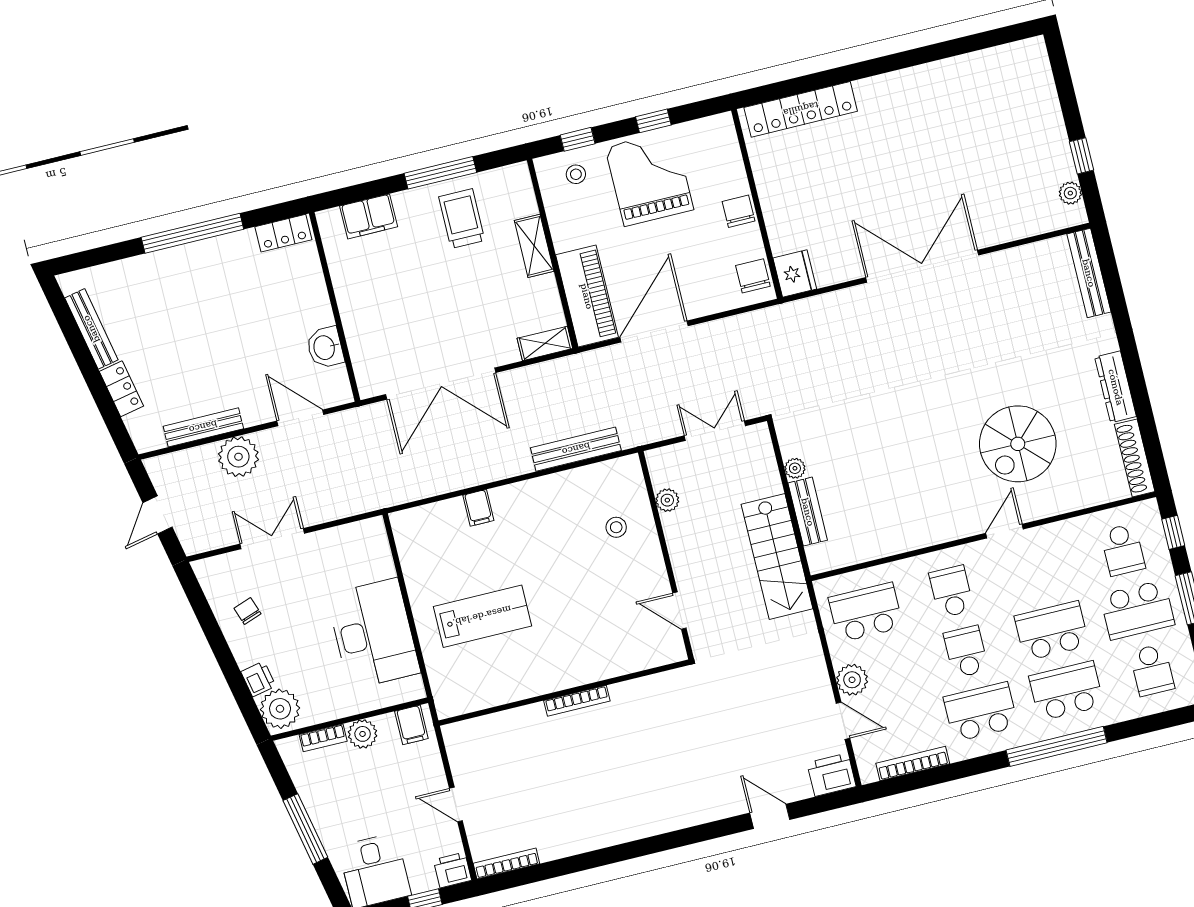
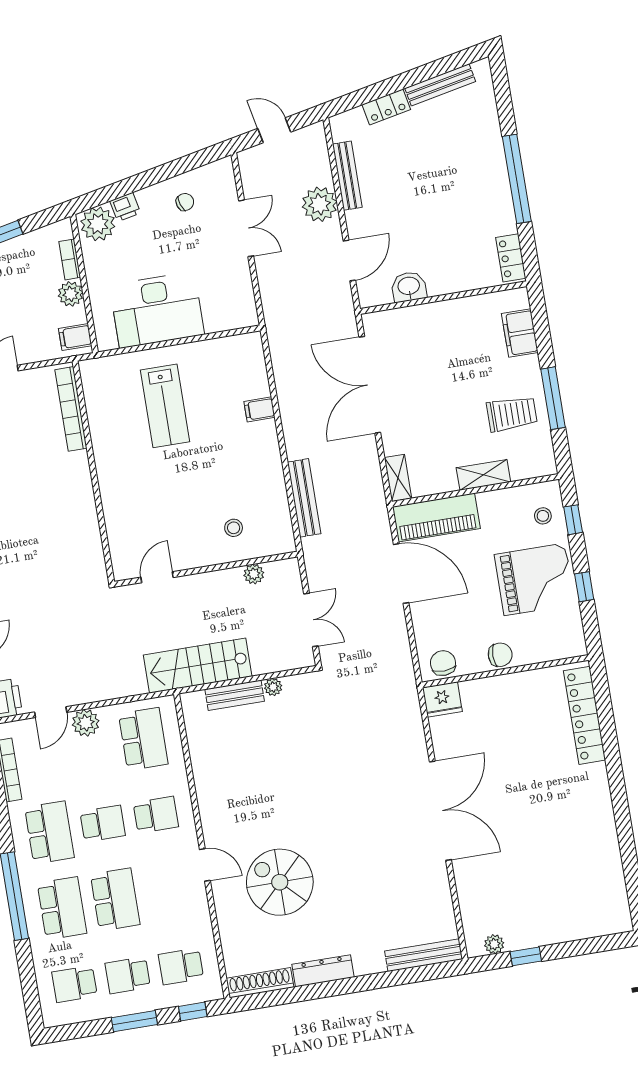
chair: (753, 276) -> (443, 663), turned -92
school desk: (1137, 610) -> (128, 975), width x0.54
bookcase: (577, 701) -> (71, 409), moved, width x1.48, depth x1.31

